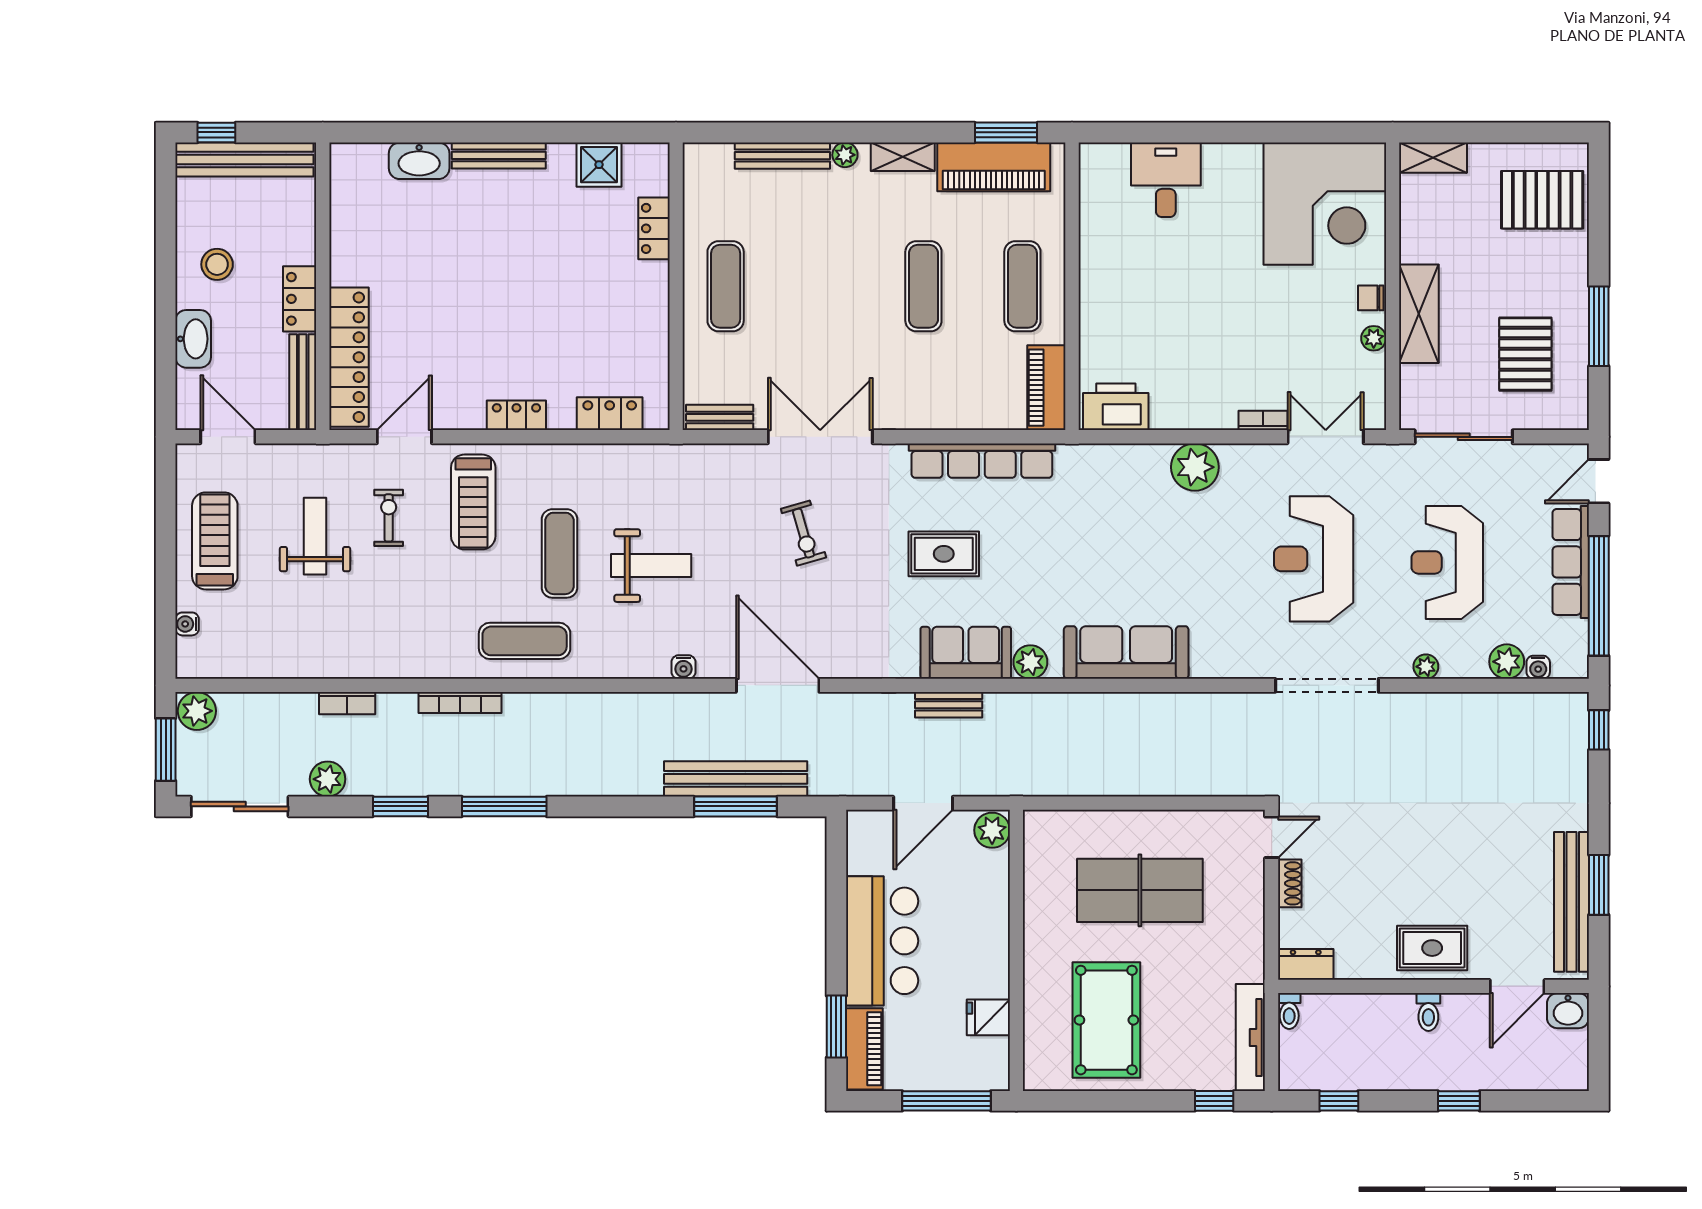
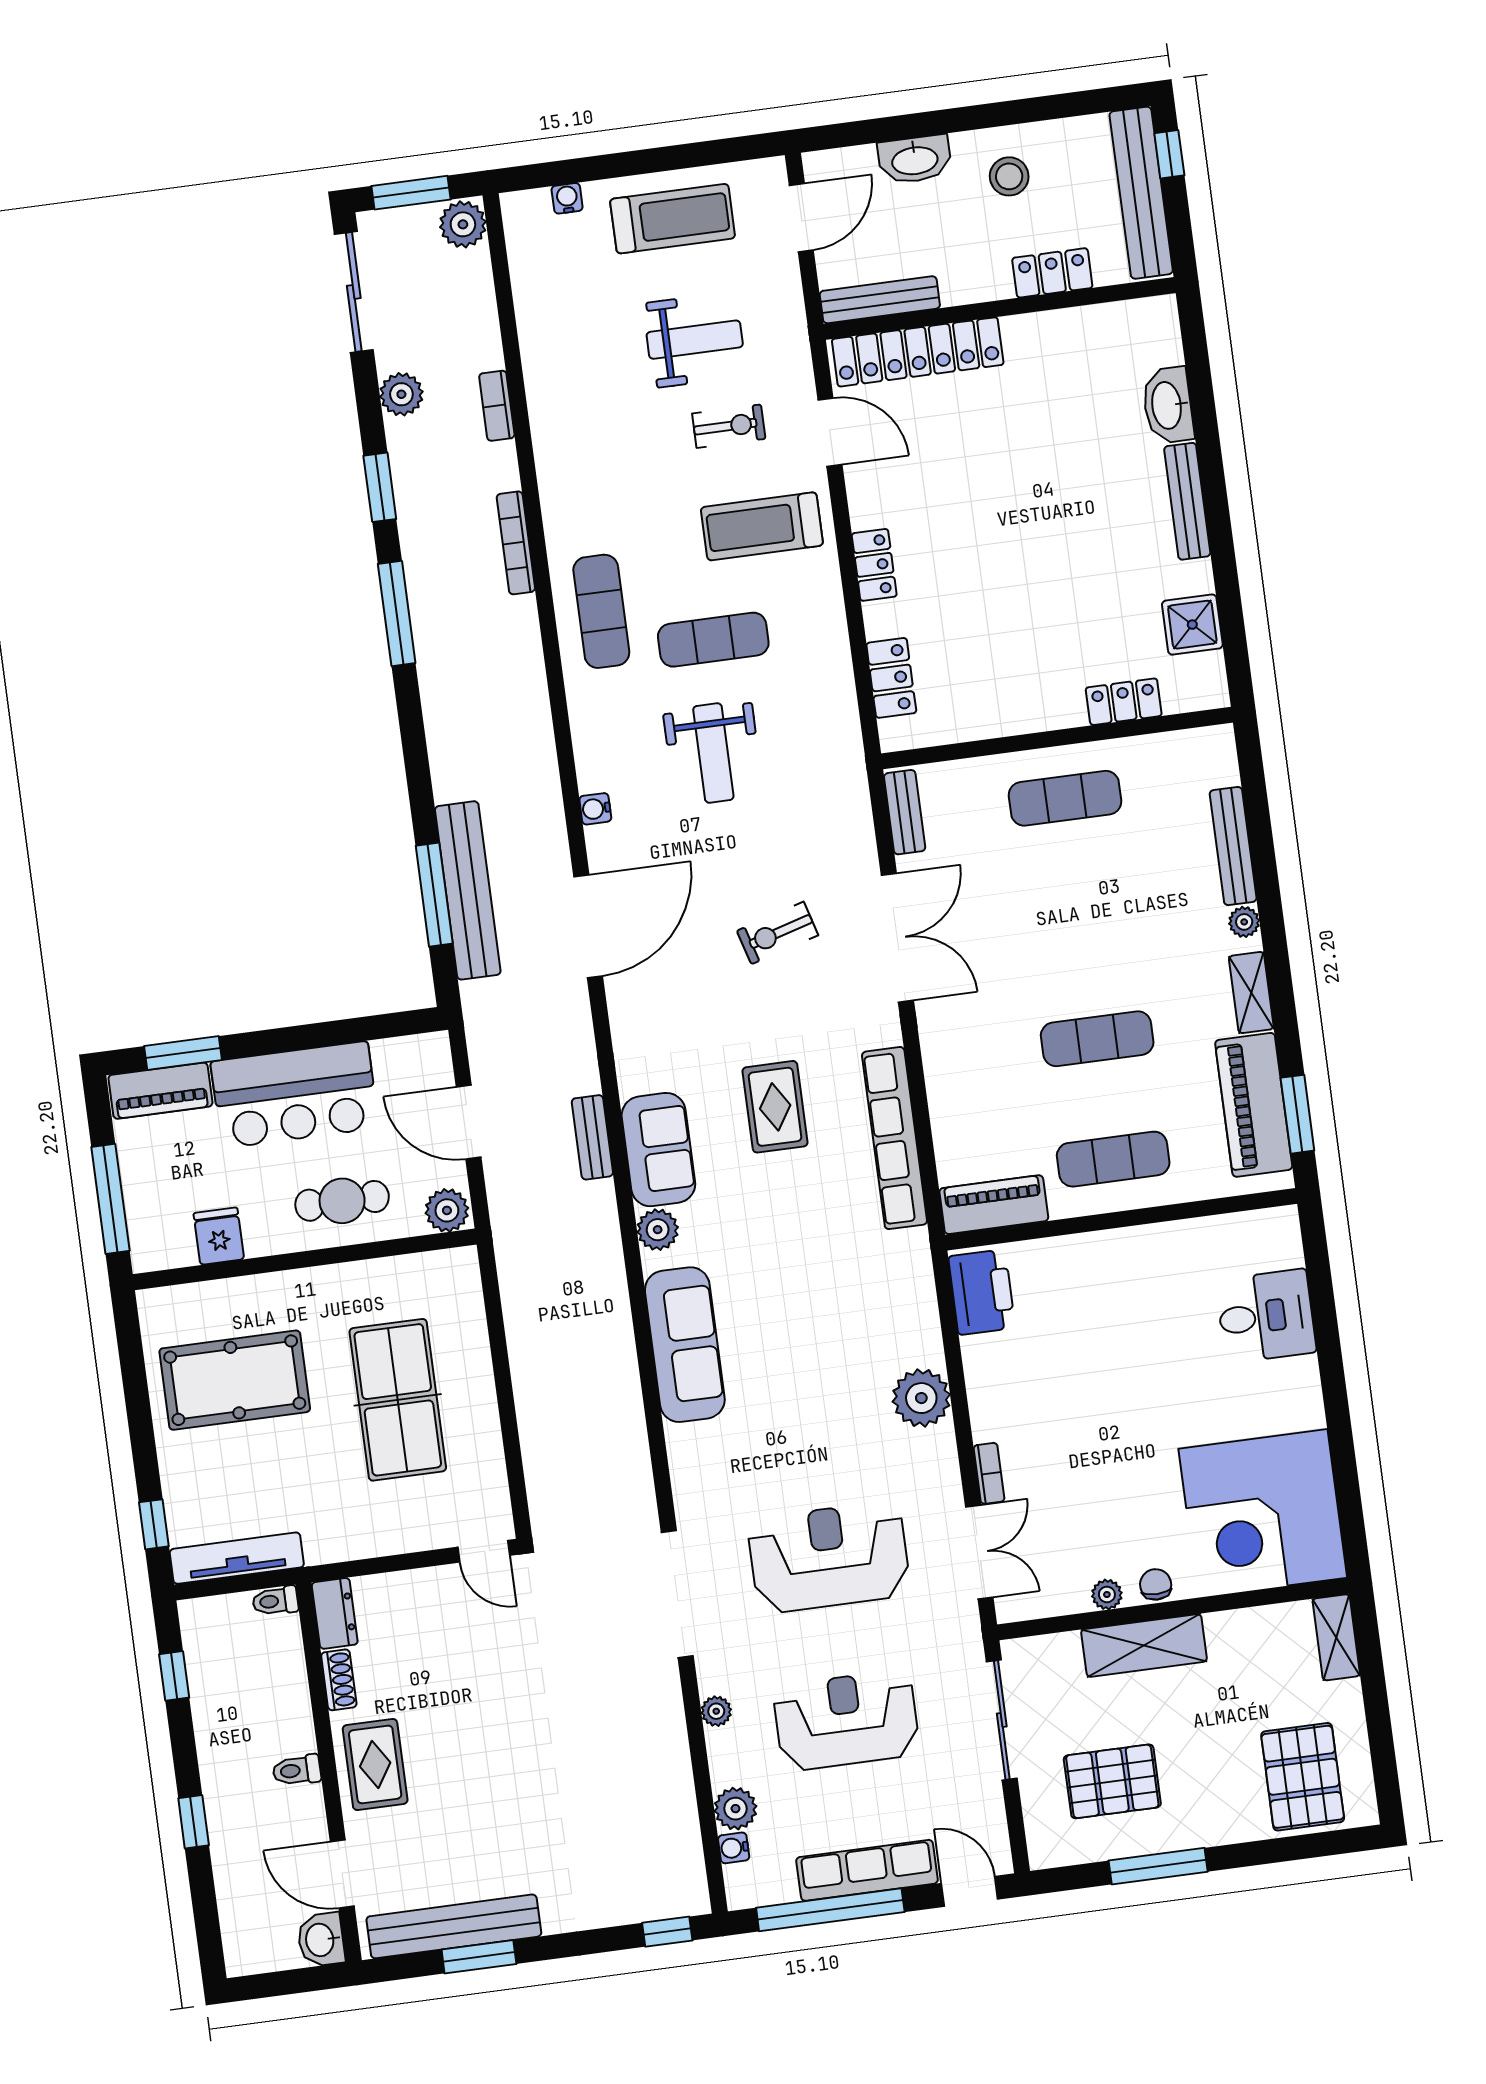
locker: (300, 299) -> (1052, 273), moved
shoe rack: (1290, 883) -> (339, 1680), moved, turned -90
cafe table: (973, 914) -> (342, 1201), added

